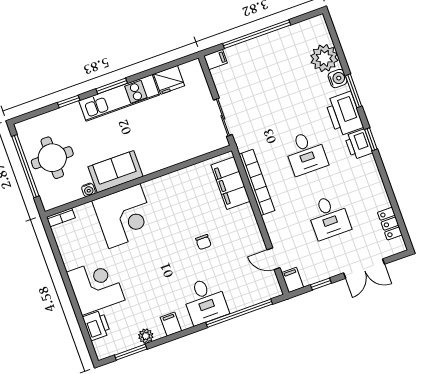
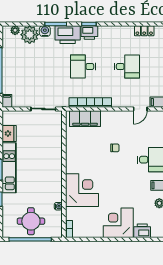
plant: (323, 35) -> (15, 30), added
desk: (306, 153) -> (83, 66), turned 180
sofa: (116, 172) -> (53, 186), removed

